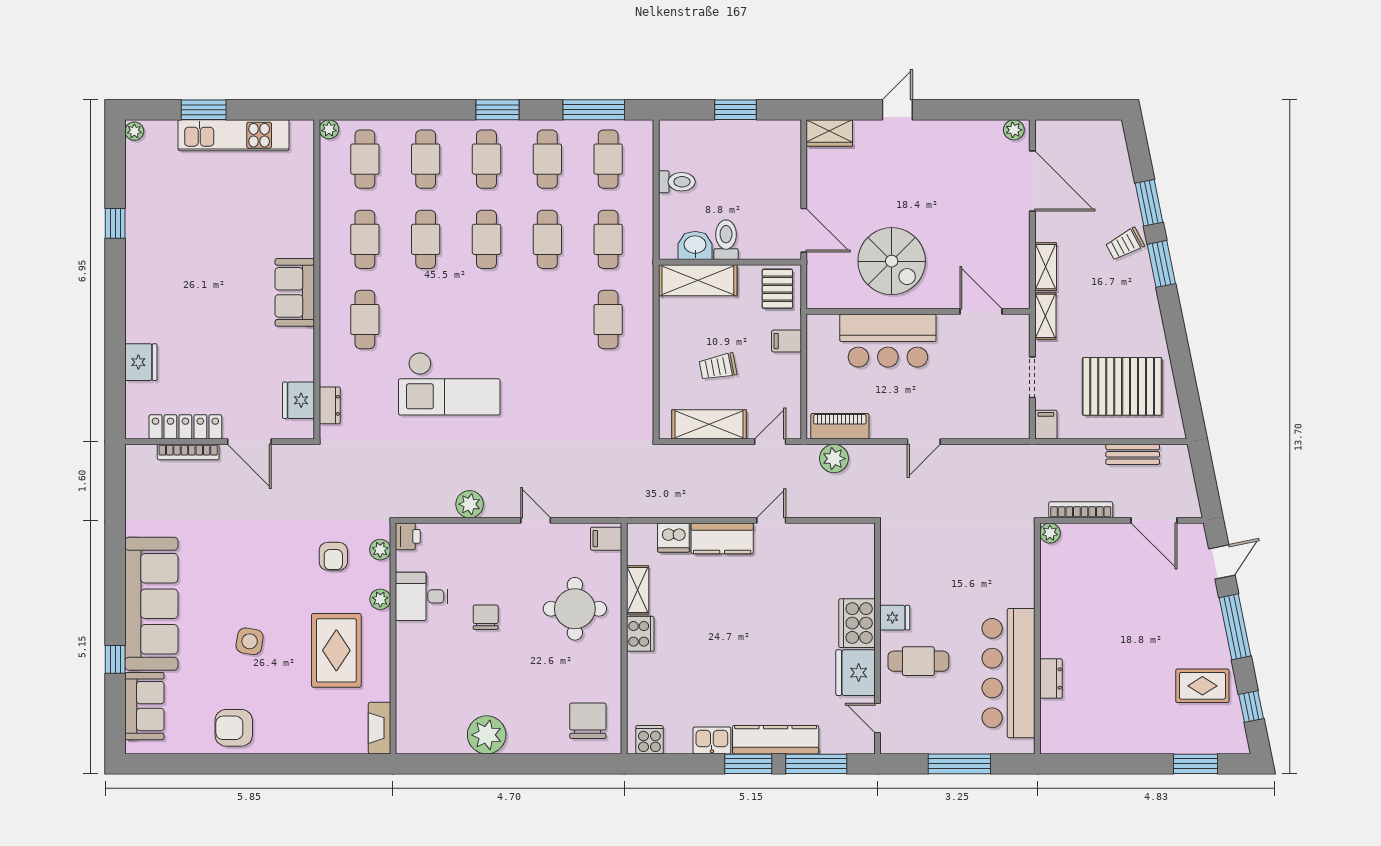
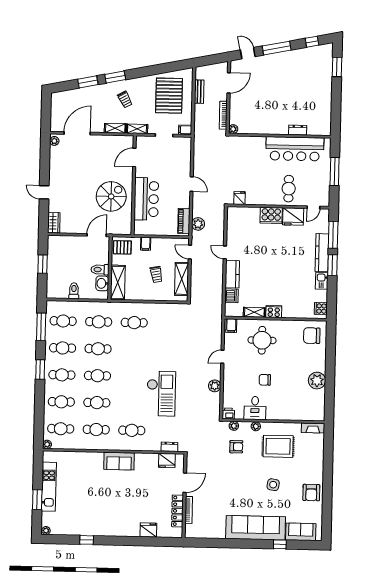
trolley: (1125, 244) -> (125, 99), moved
fridge: (895, 618) -> (240, 198), moved
rug: (1202, 686) -> (302, 63), removed

